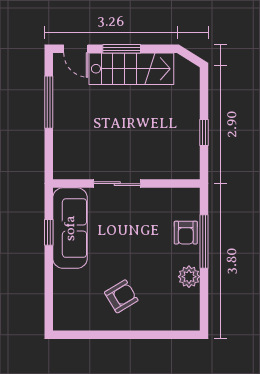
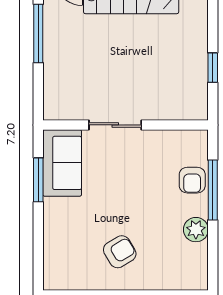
sofa: (70, 228) -> (62, 163), width x0.73
window: (49, 232) -> (38, 180), width x1.50

